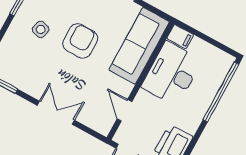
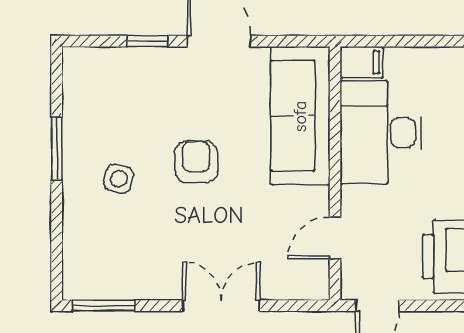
armchair: (80, 41) -> (196, 162), width x0.72, depth x0.72
door: (125, 110) -> (335, 238), hinge flipped

